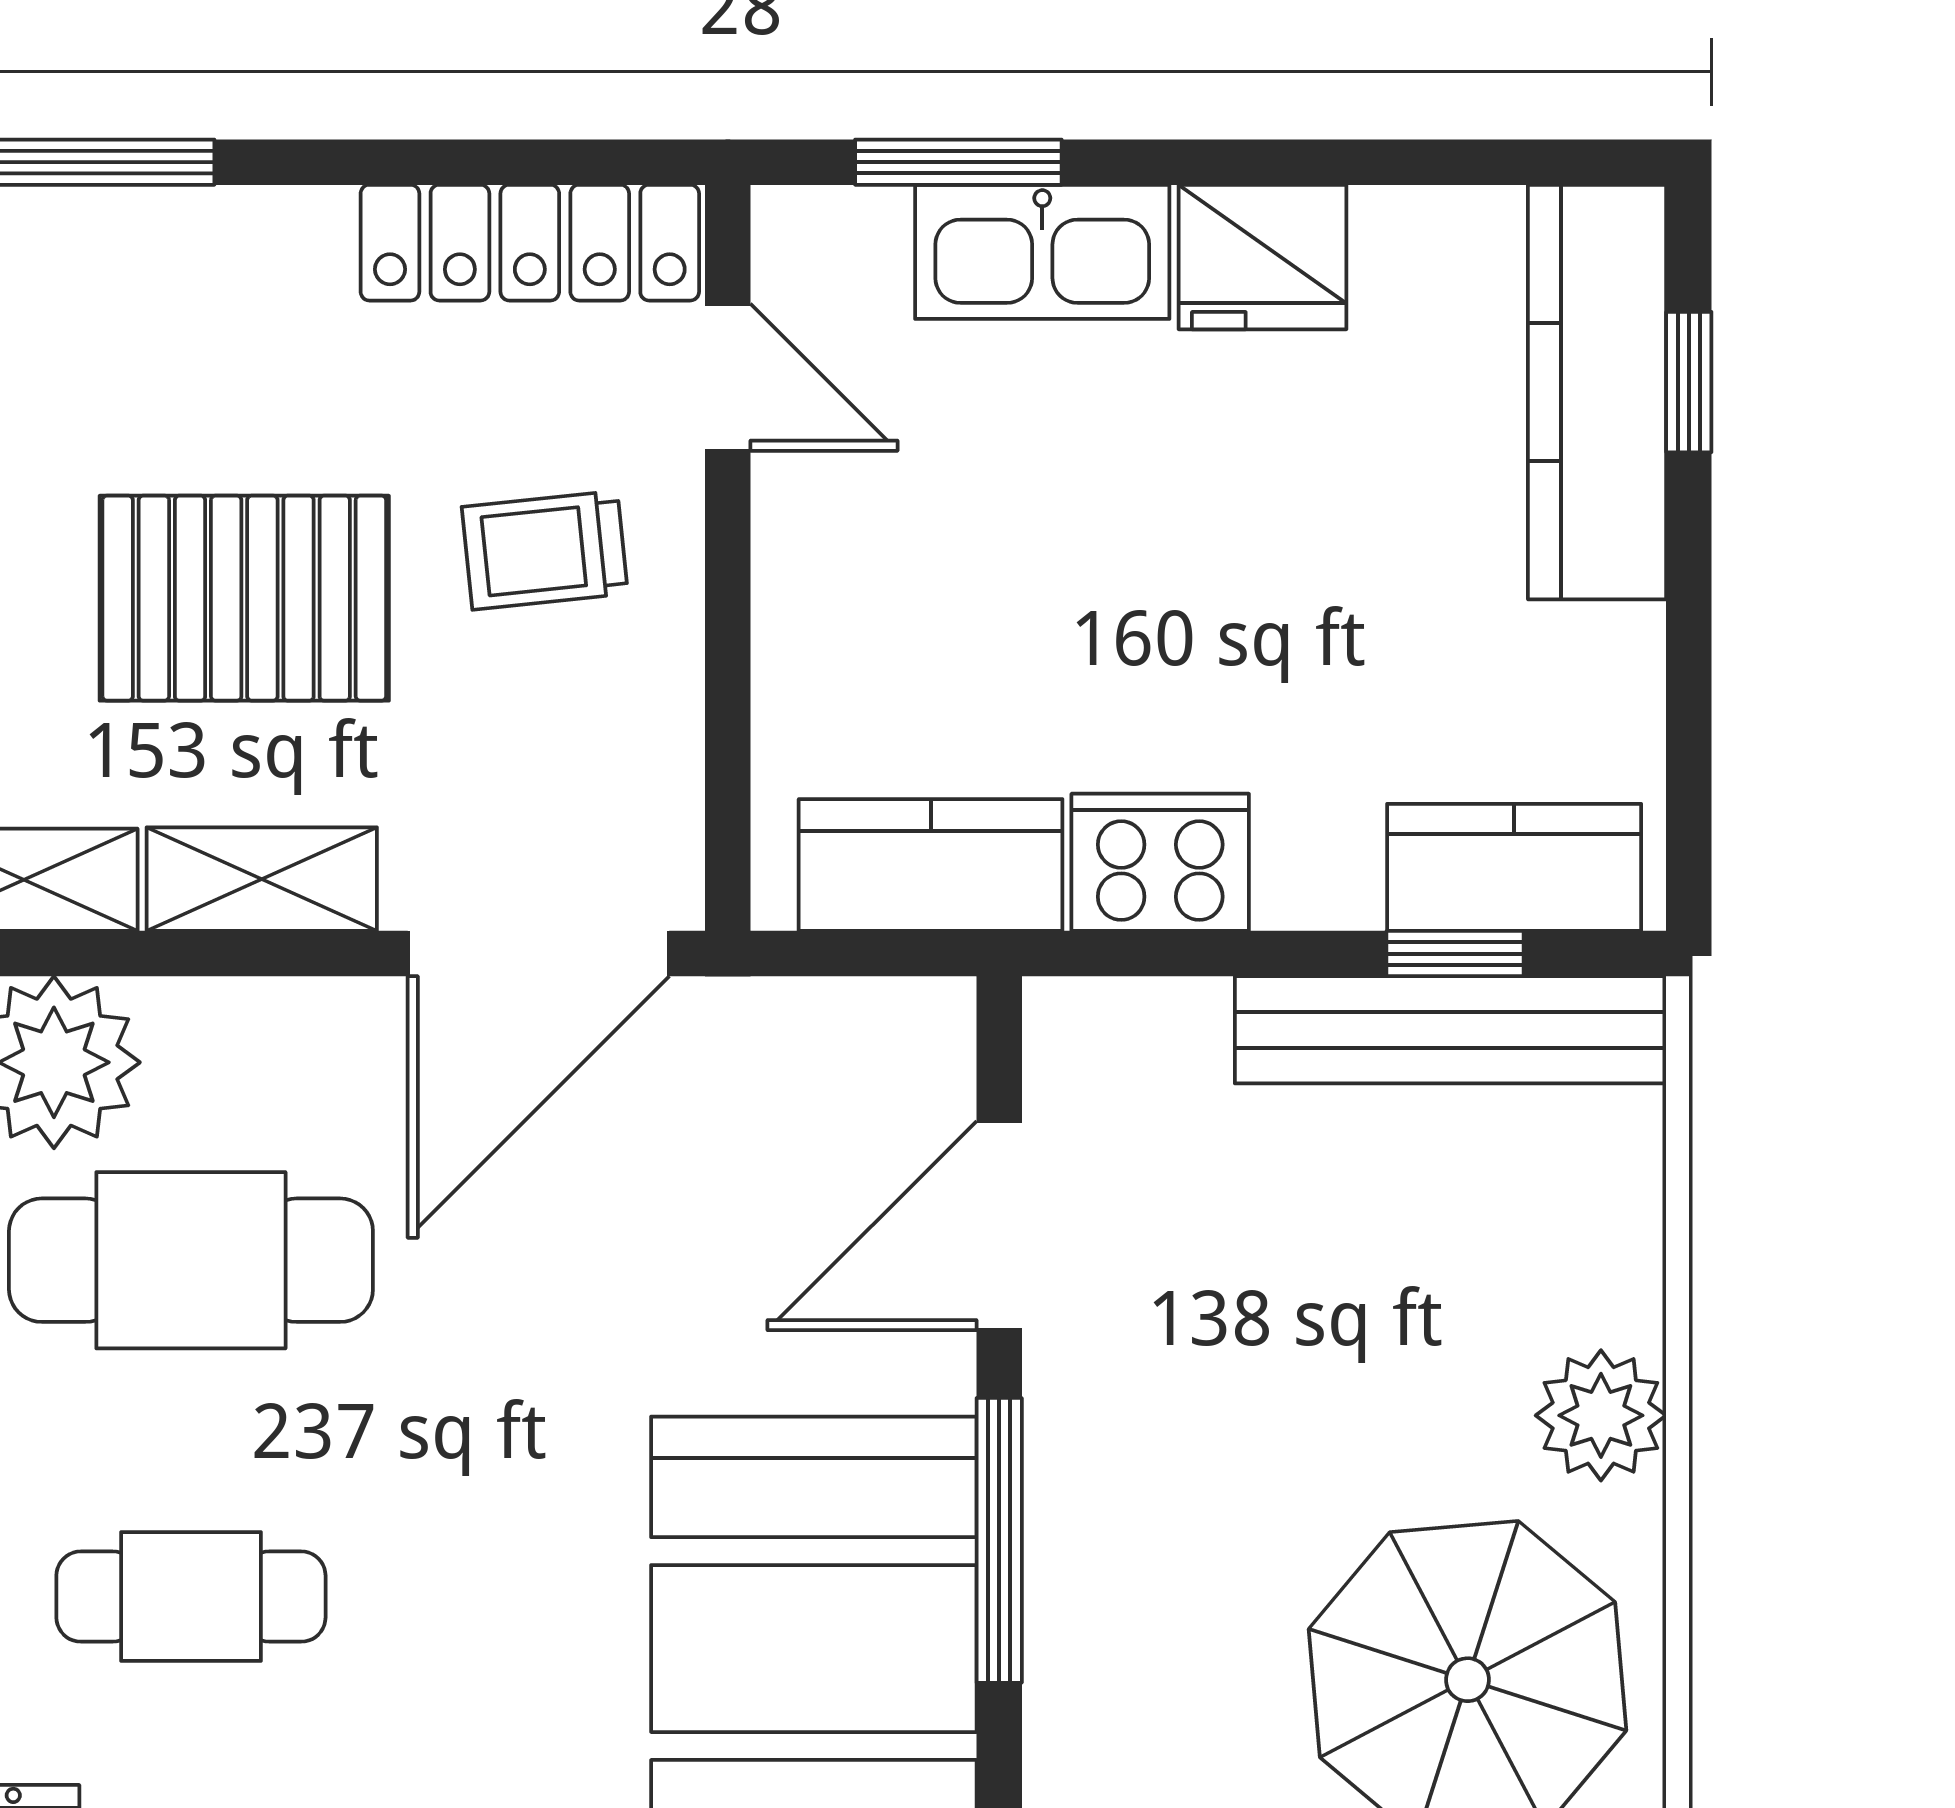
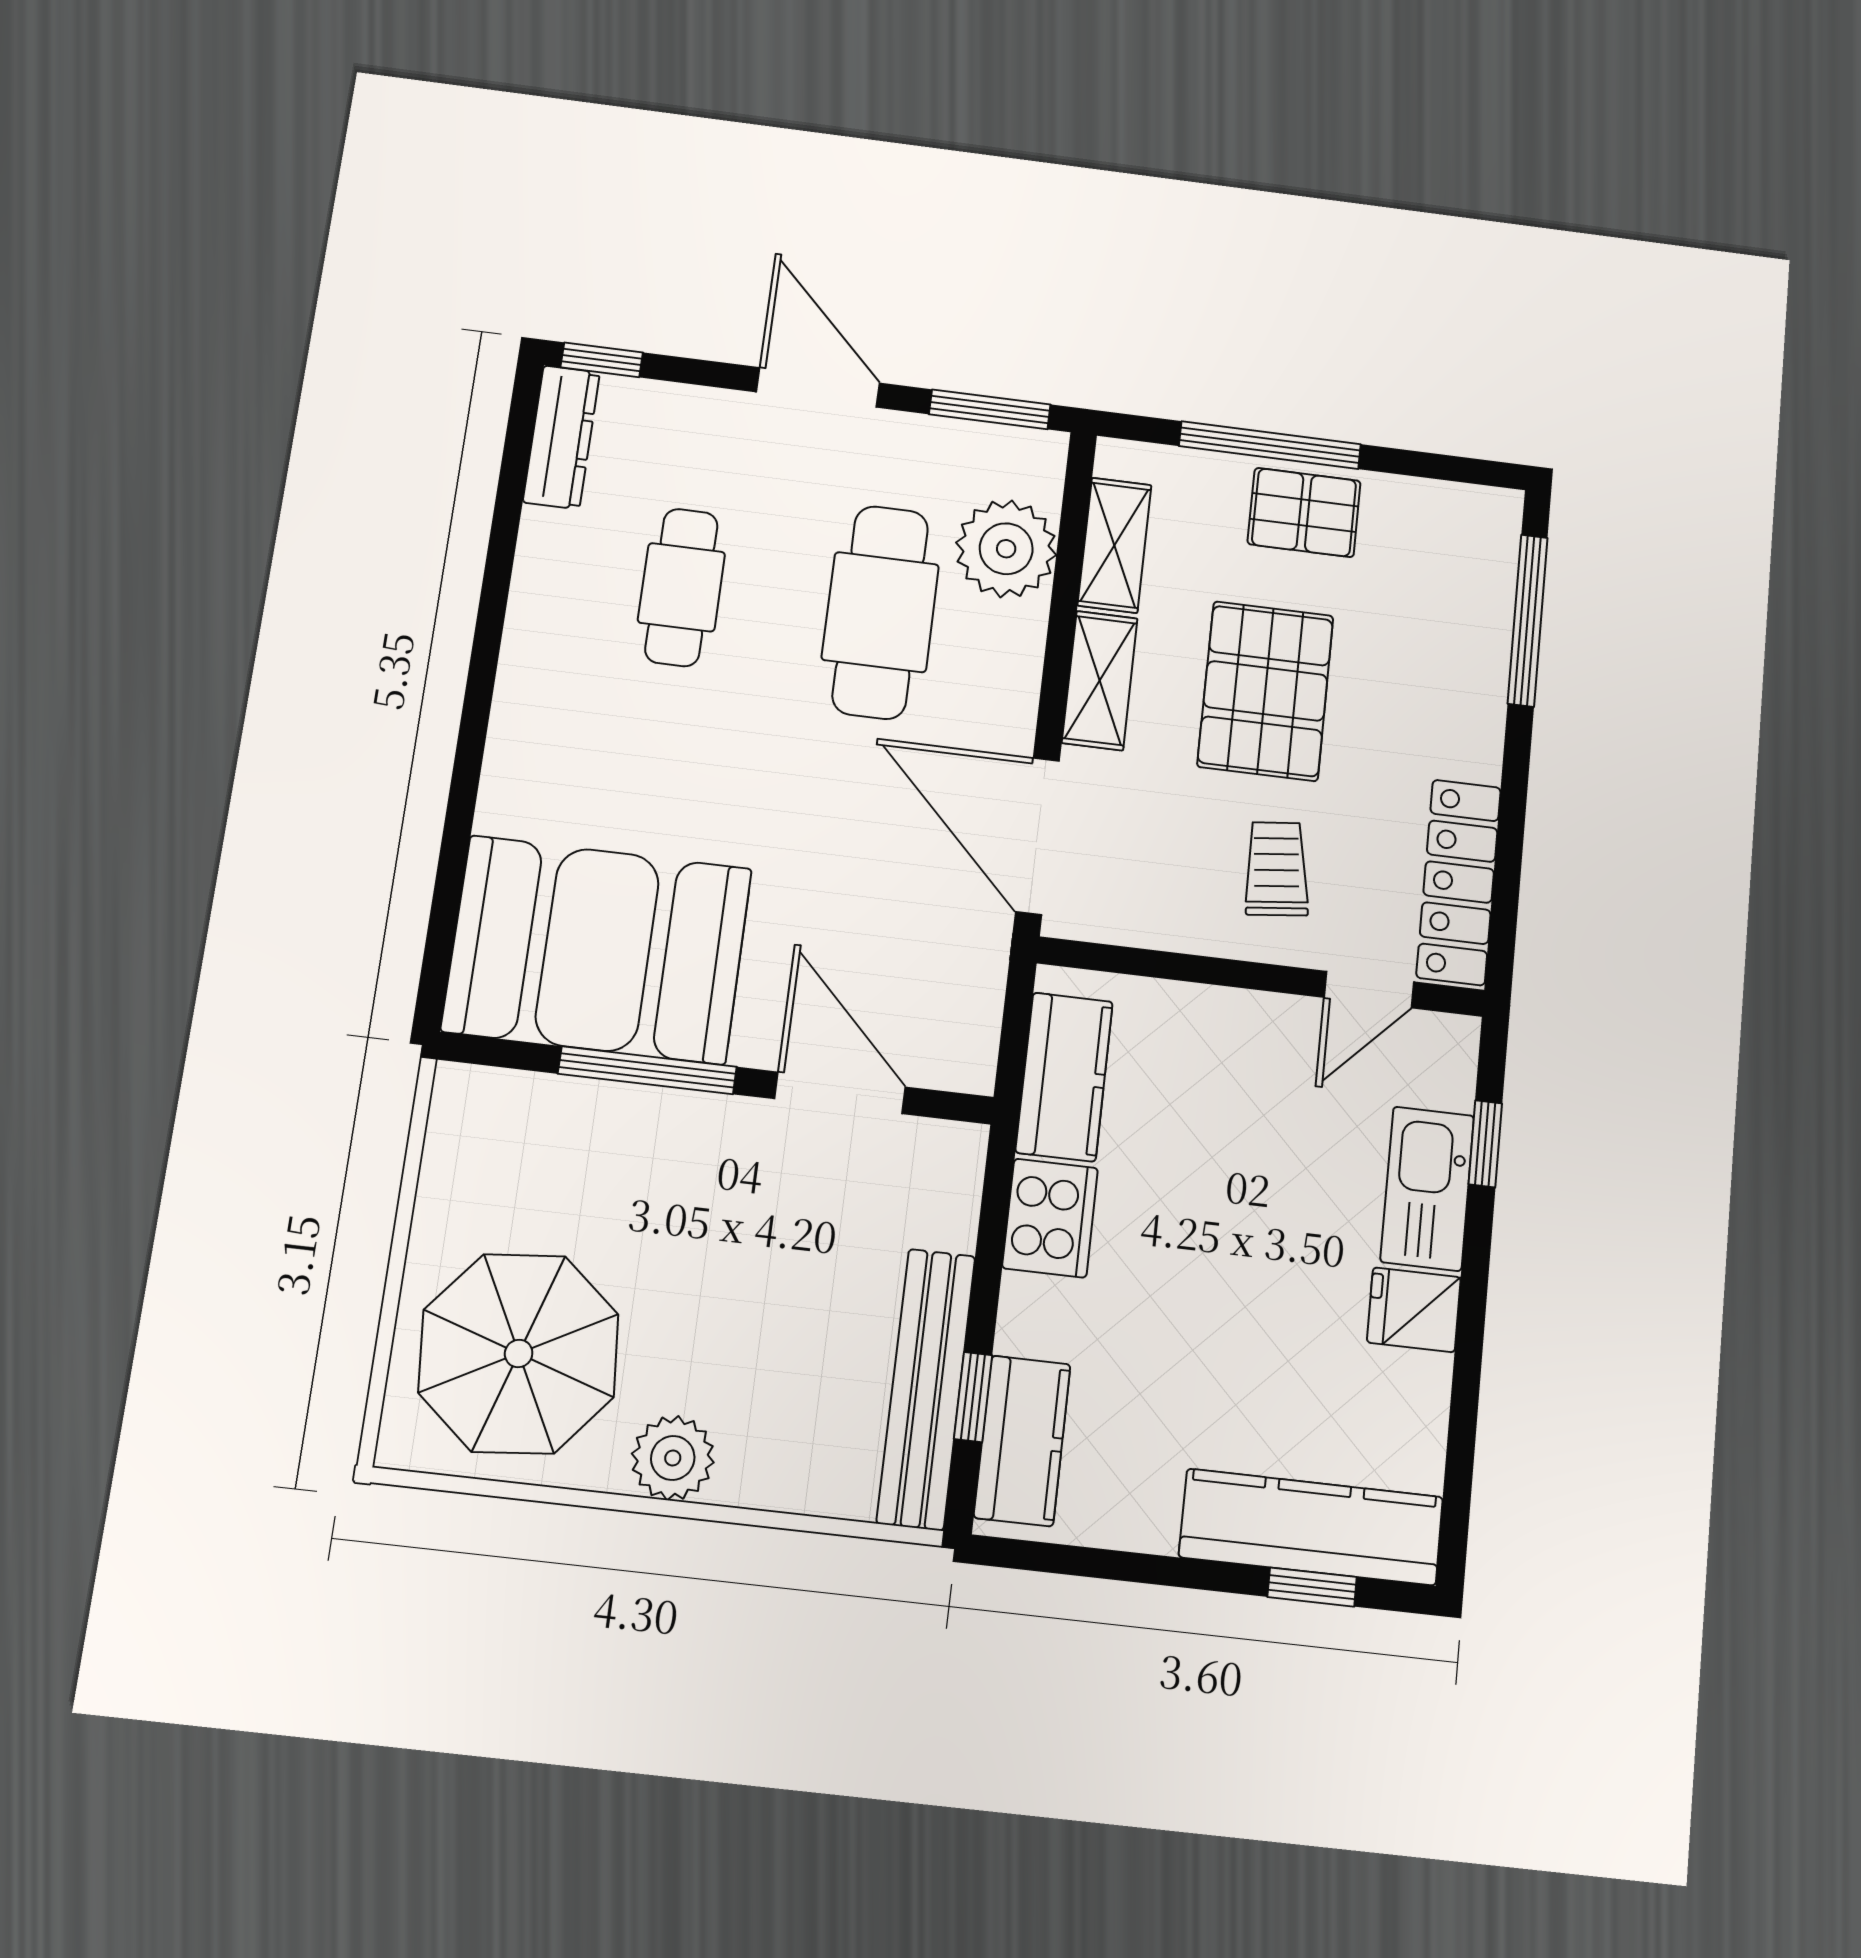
window: (958, 162) -> (1485, 1144), width x0.67
fridge: (1262, 257) -> (1414, 1310), width x0.72

